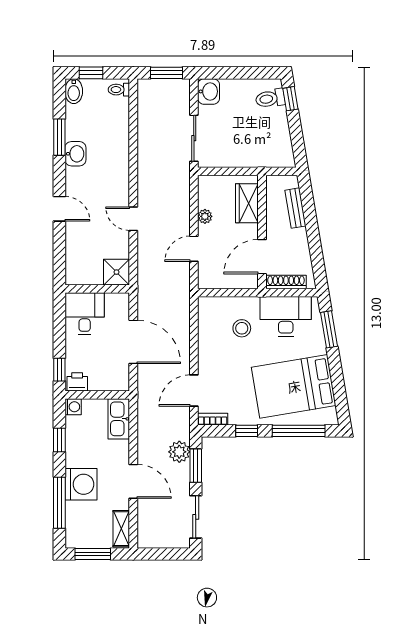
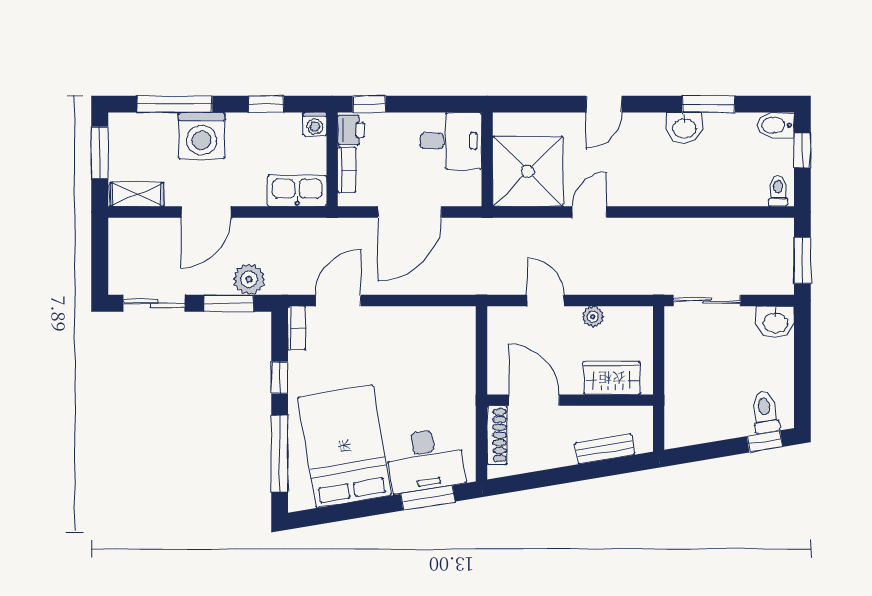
shower: (117, 272) -> (528, 171), width x1.86, depth x1.86
desk: (286, 316) -> (425, 460), moved, turned 80
stool: (242, 328) -> (429, 370), removed
bookcase: (104, 385) -> (347, 170), added
door: (194, 391) -> (338, 301), hinge flipped

